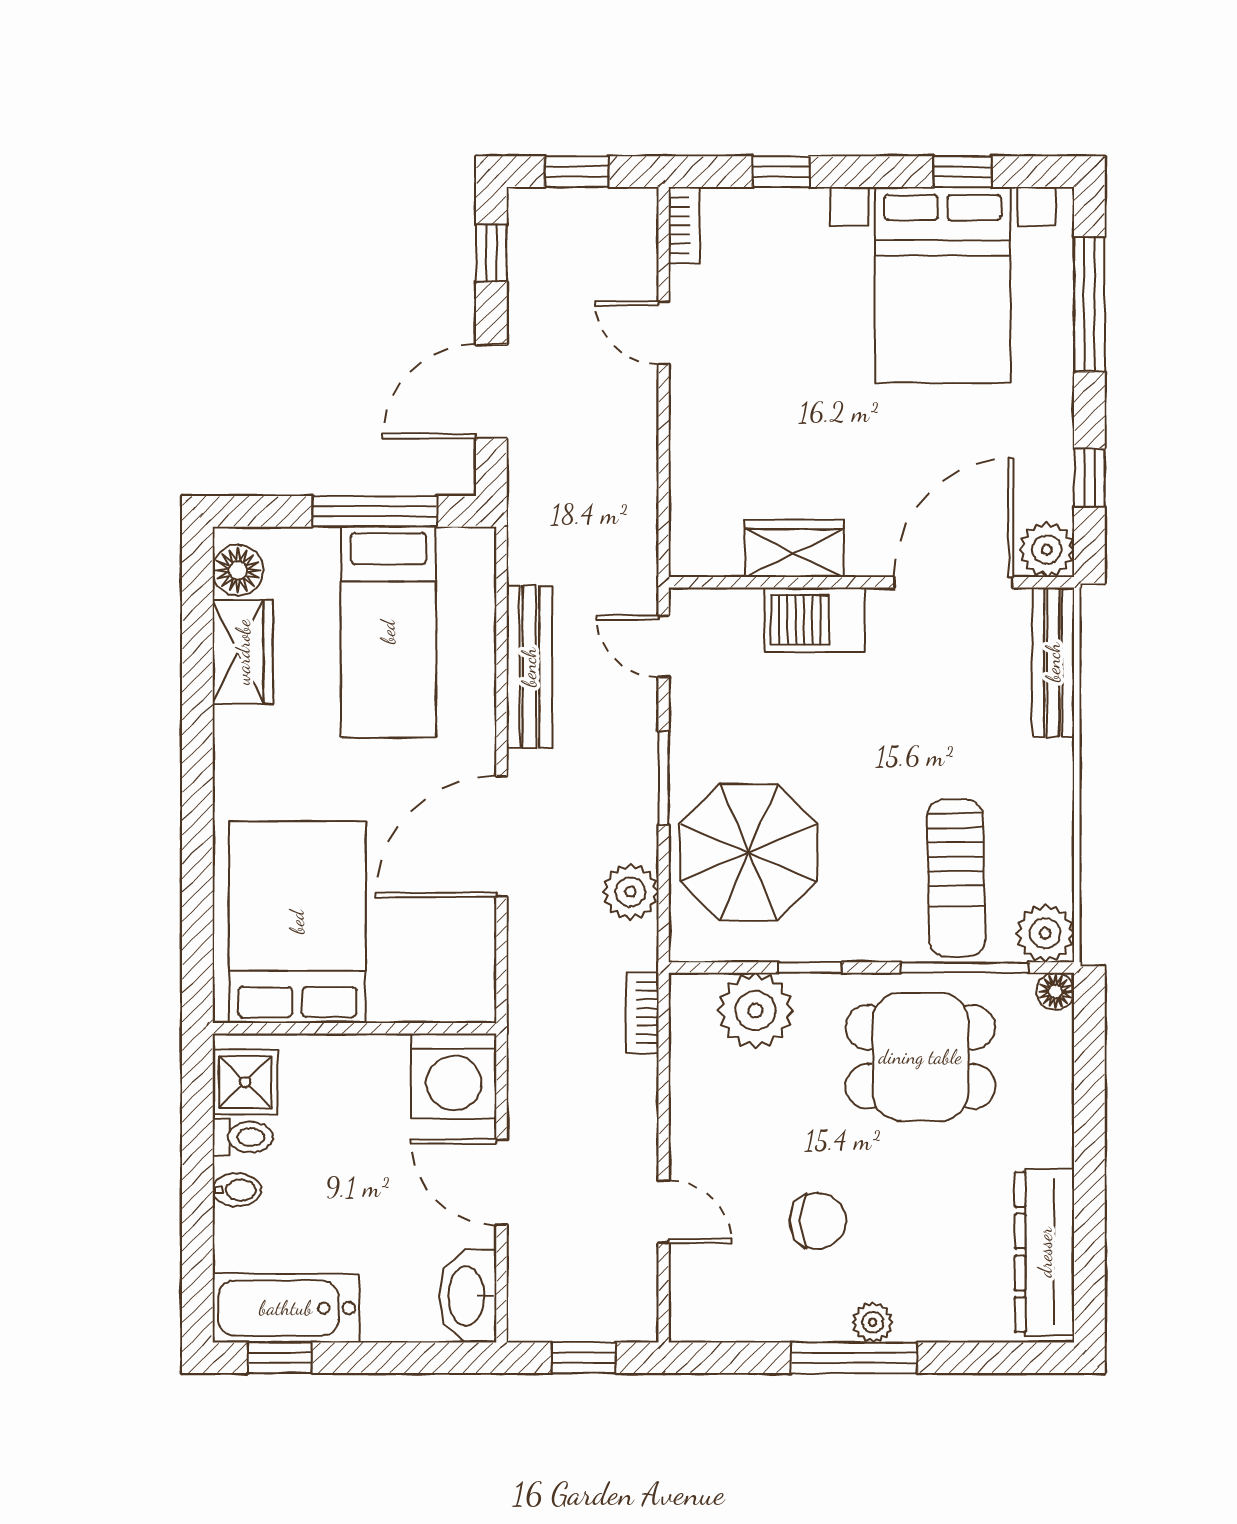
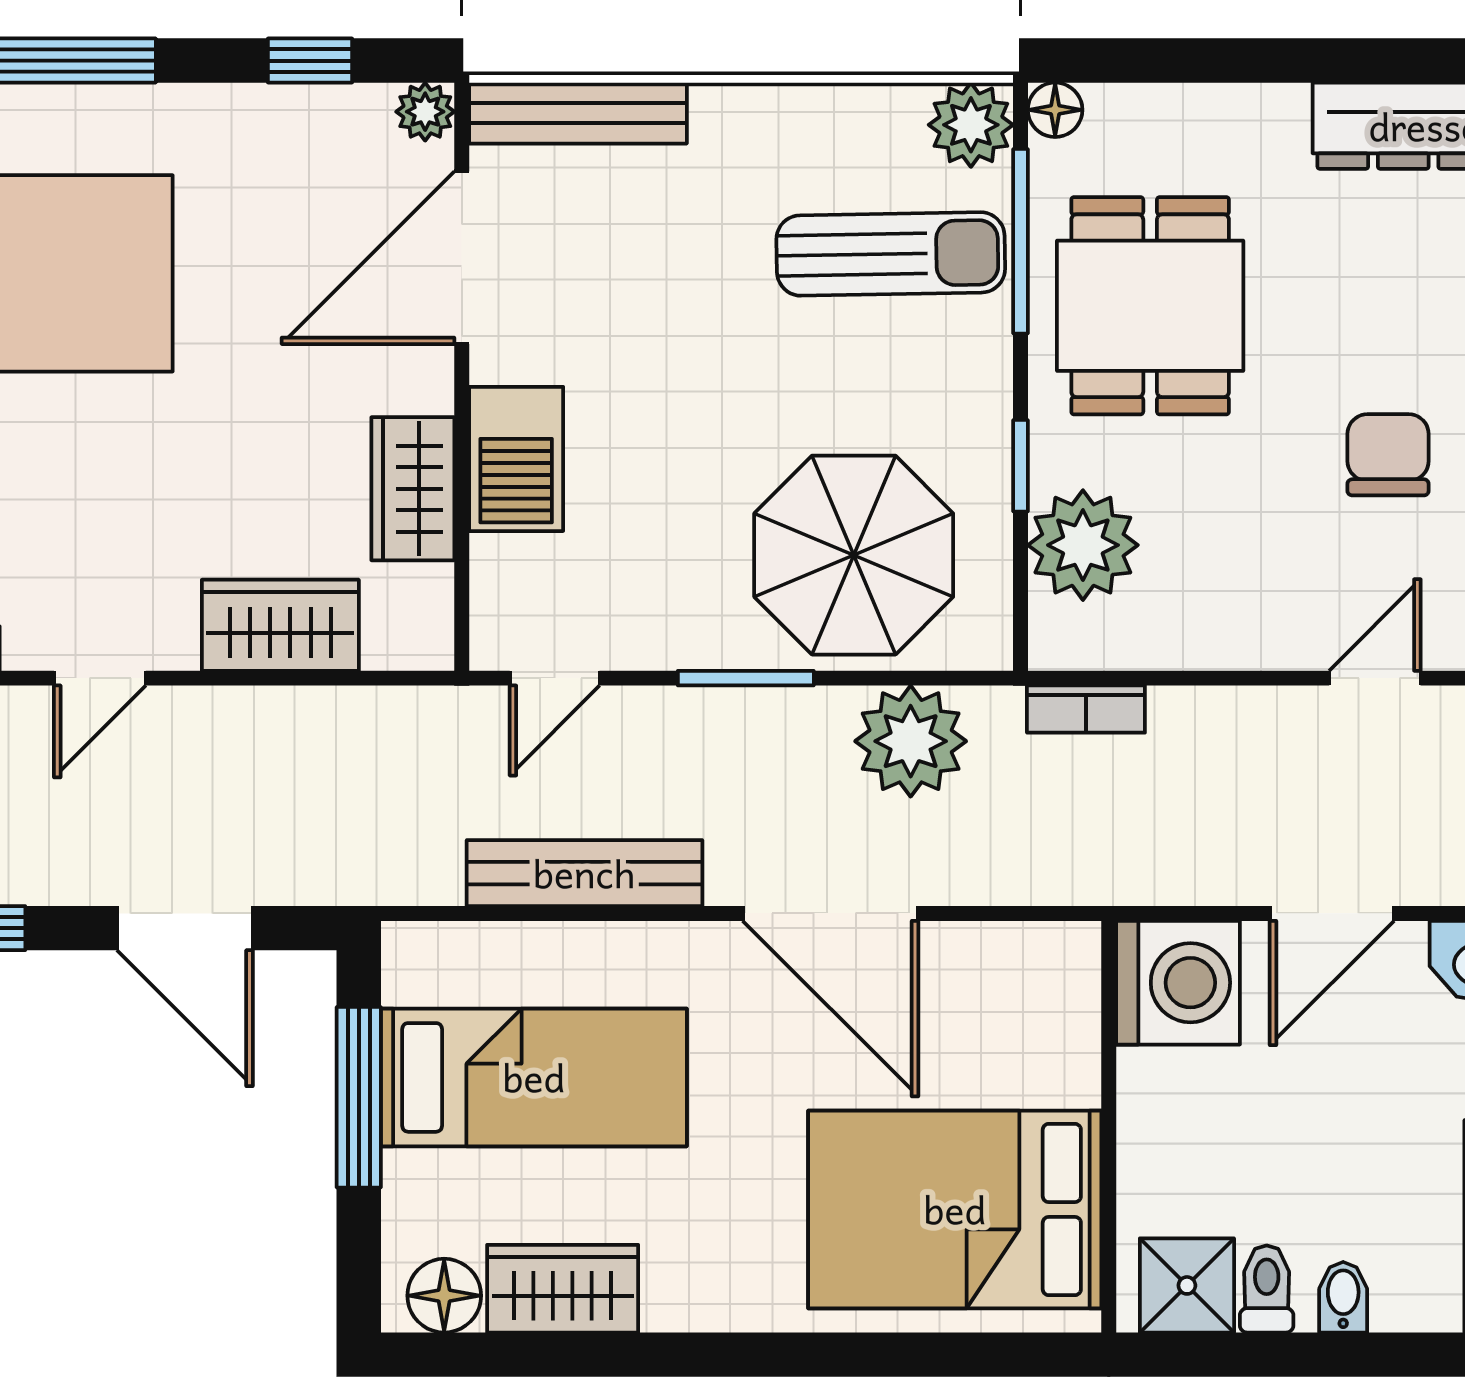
wardrobe: (700, 457) -> (280, 625), added
plant: (1047, 550) -> (425, 112), width x0.73, depth x0.73
door: (953, 582) -> (462, 258), hinge flipped
plant: (630, 892) -> (911, 741), width x1.36, depth x1.36

